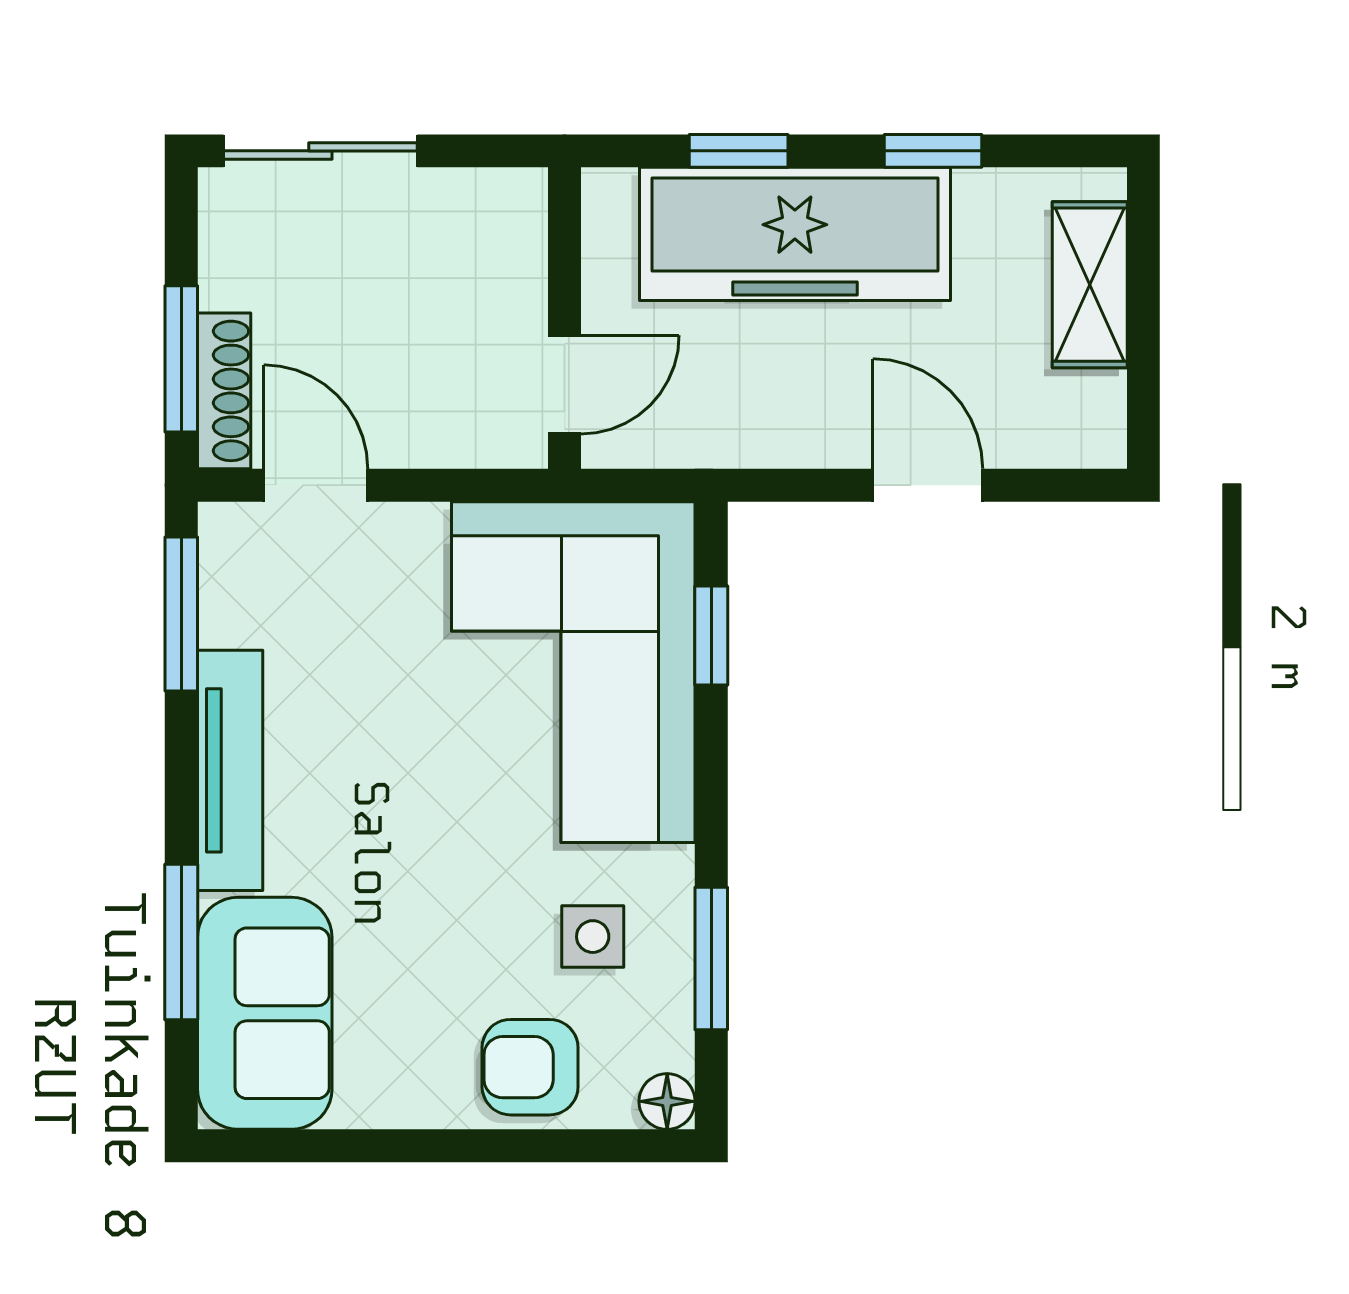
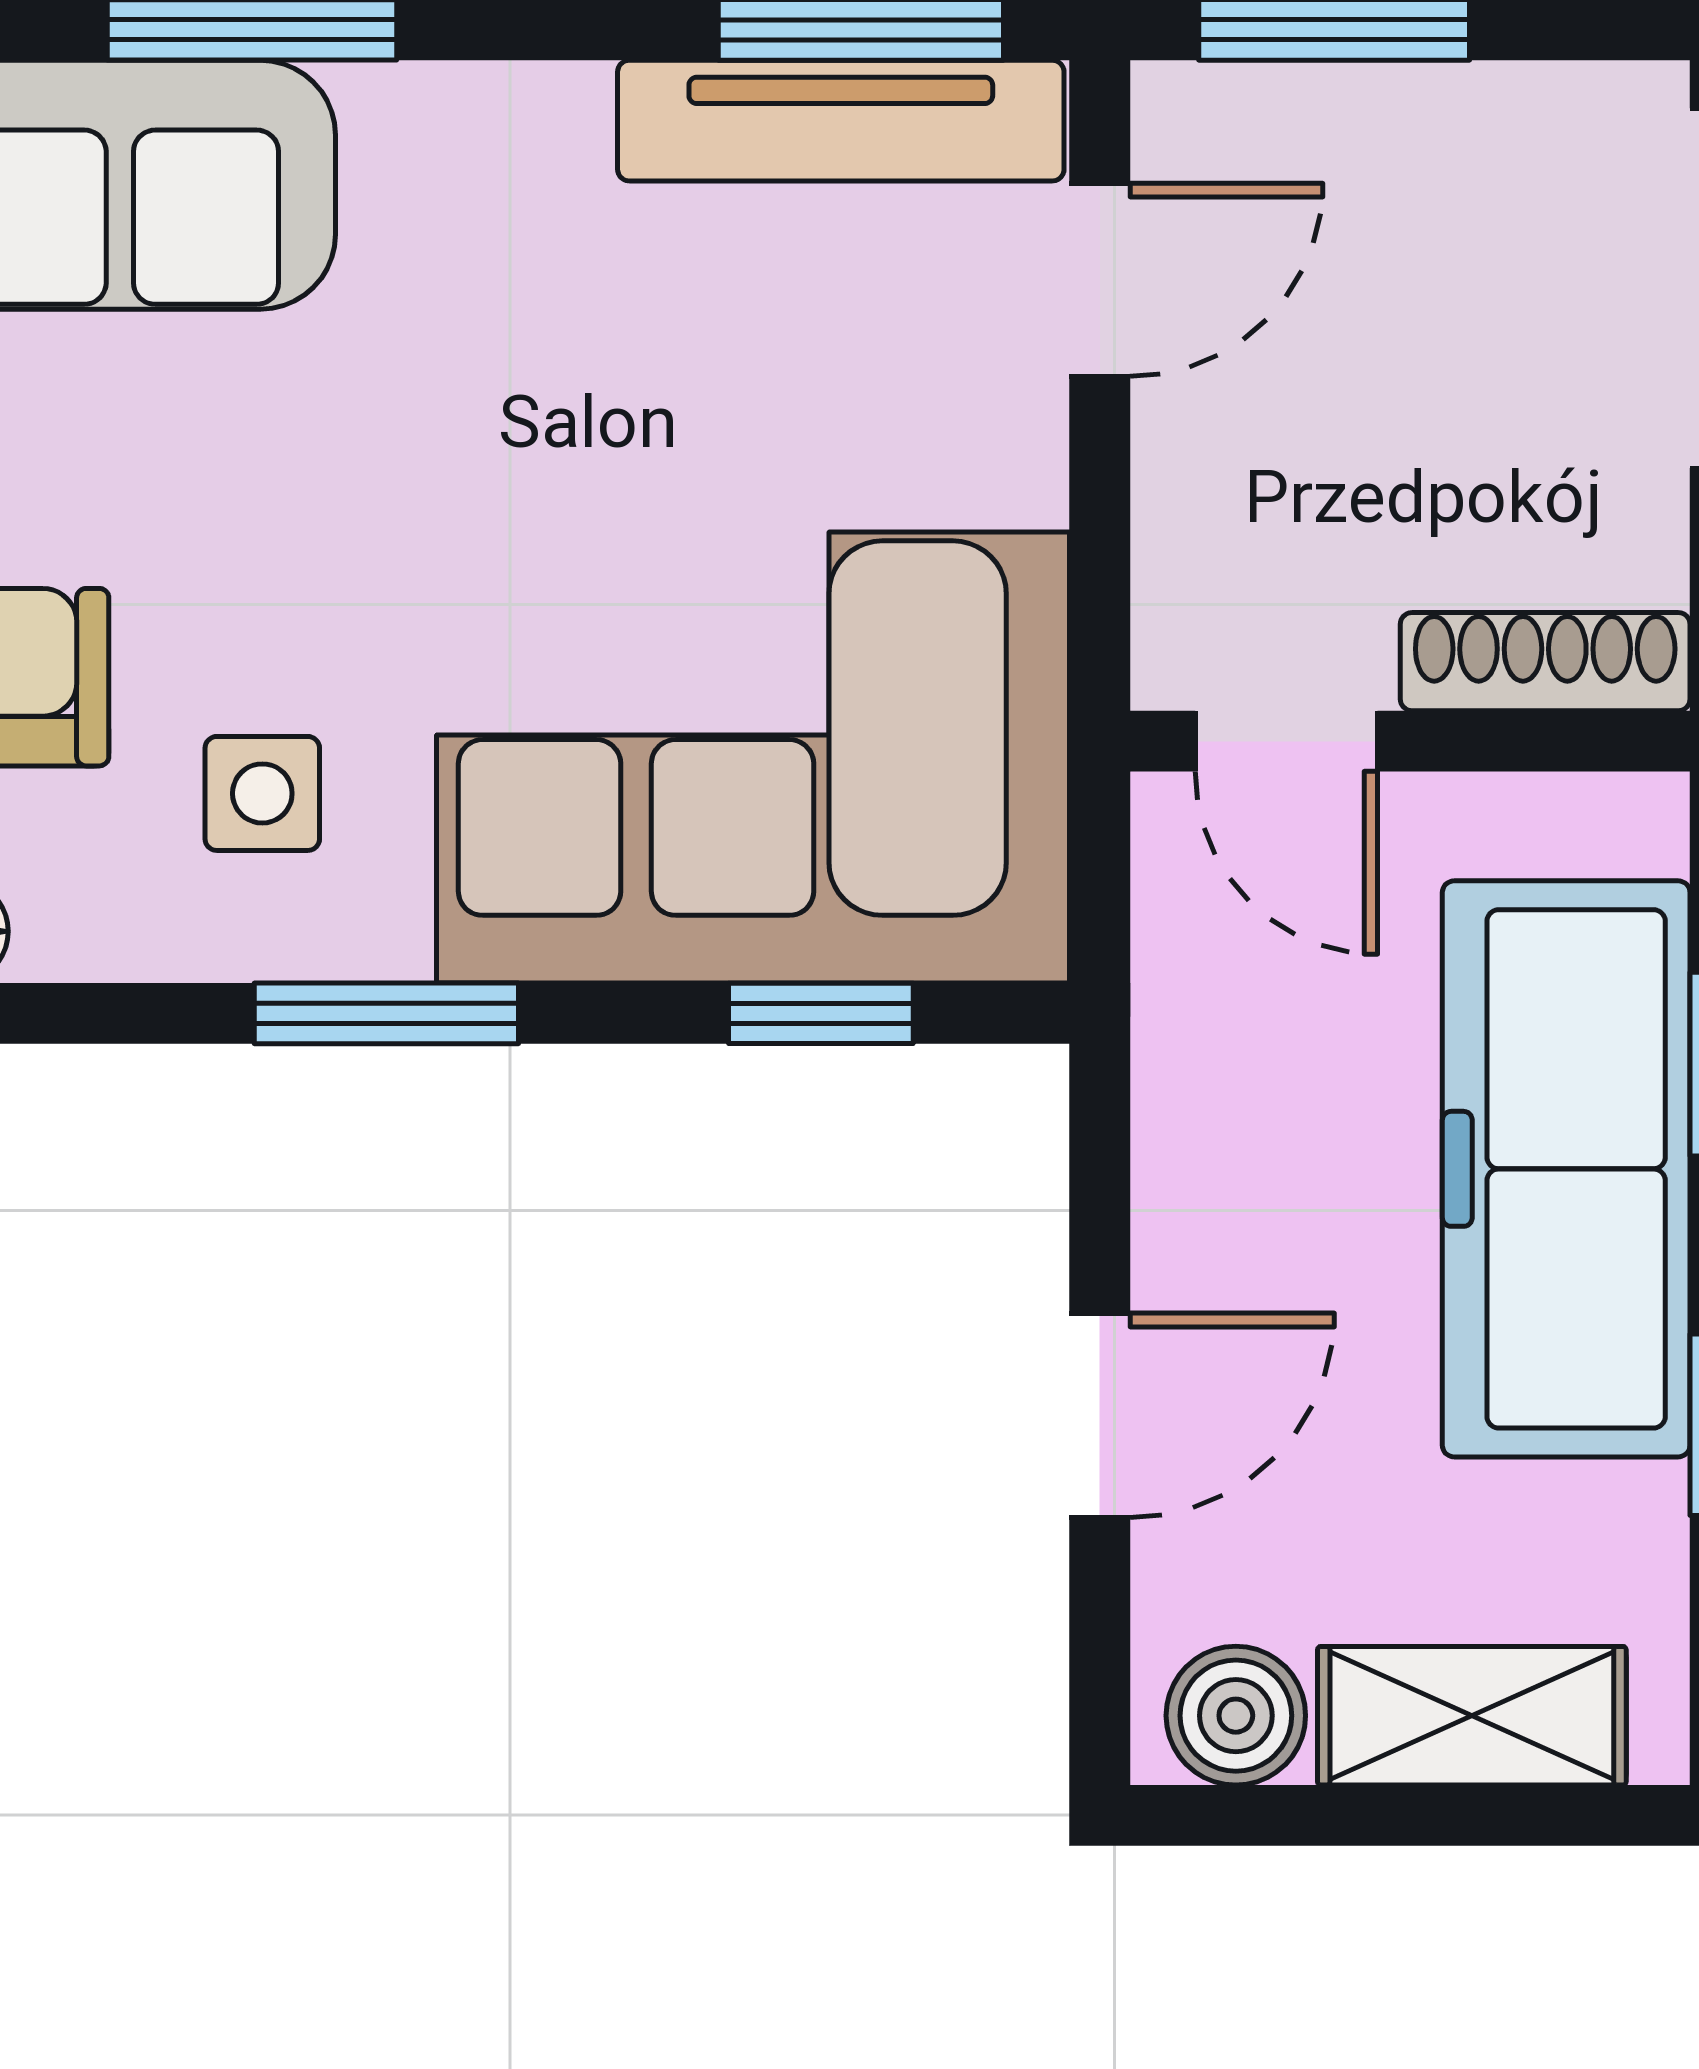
shoe rack: (224, 391) -> (1545, 662), moved, turned 180
boiler: (1090, 412) -> (1236, 1716), added
tv unit: (230, 770) -> (841, 121), moved
window: (711, 959) -> (386, 1013), moved

